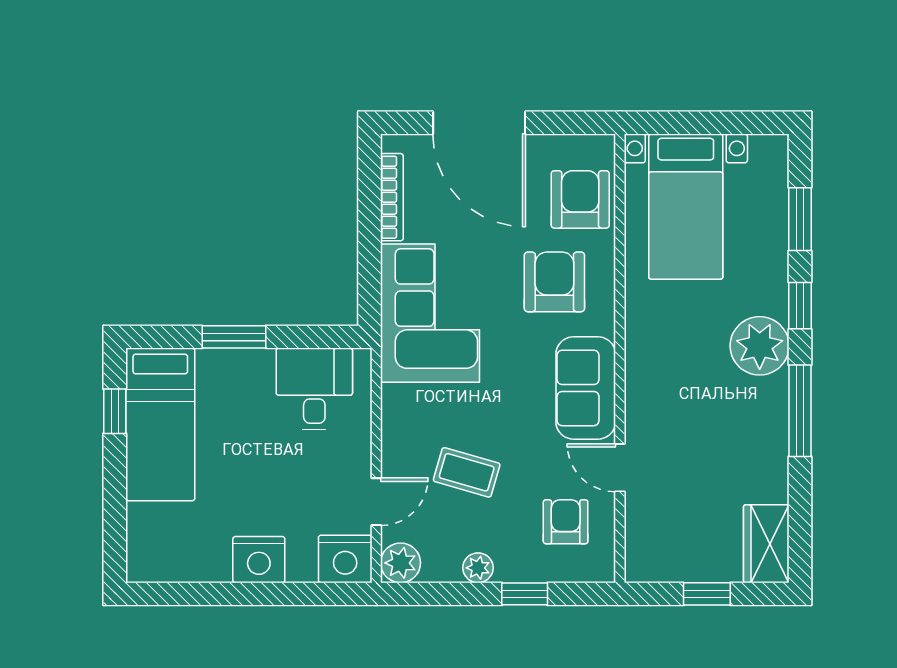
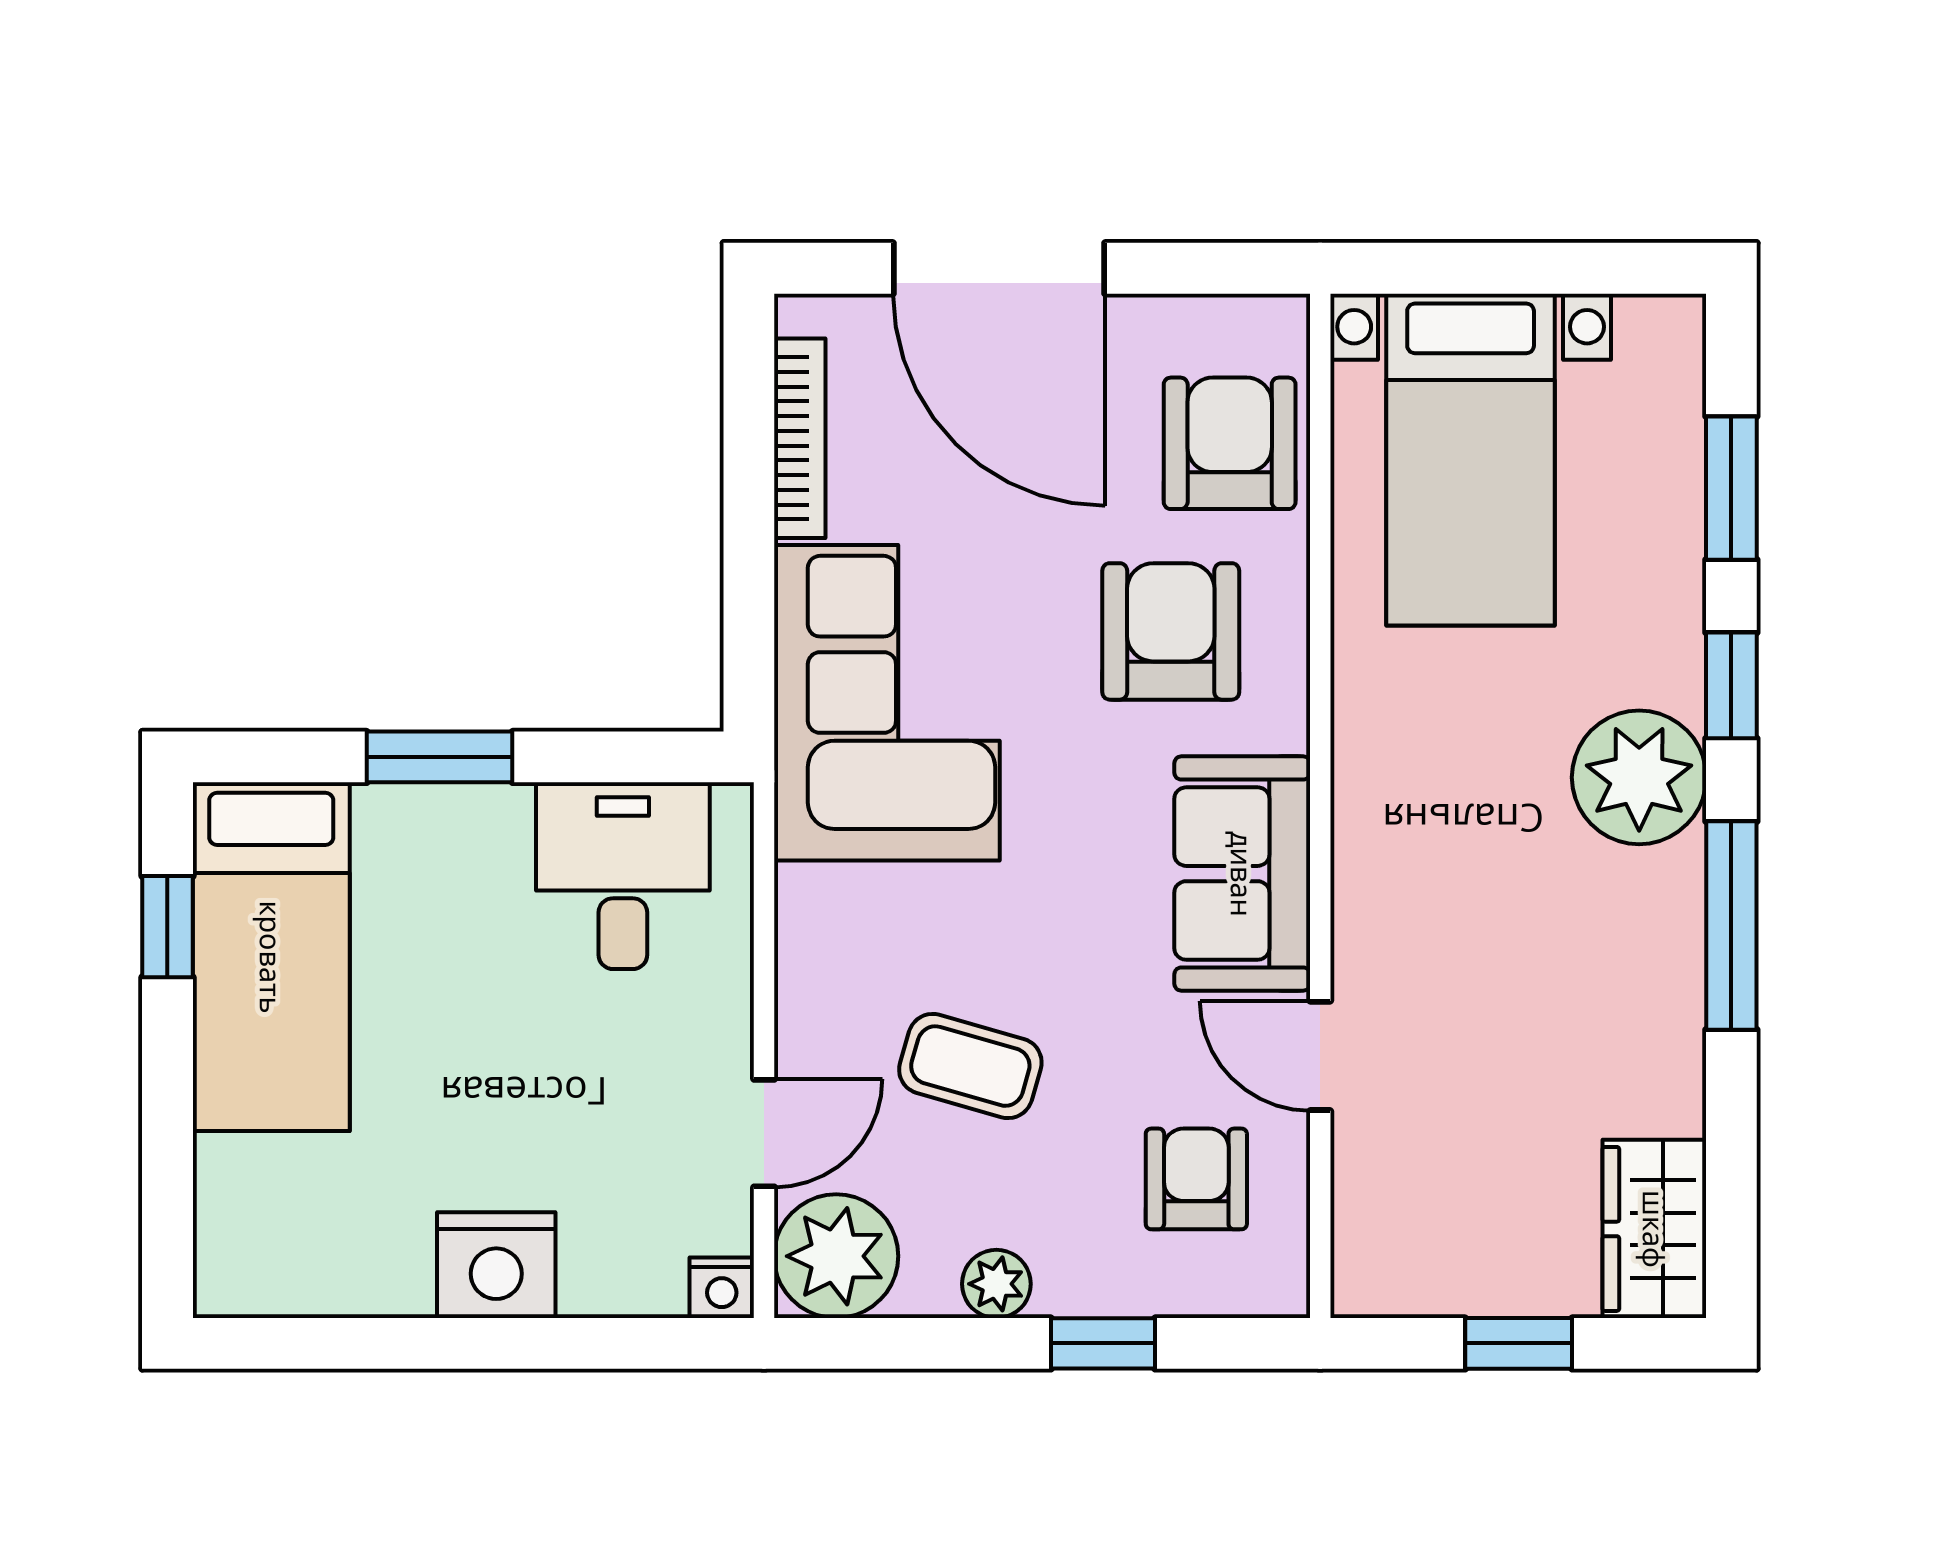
nightstand: (345, 559) -> (722, 1288), width x0.53, depth x0.56
plant: (401, 563) -> (836, 1256), width x1.36, depth x1.36

